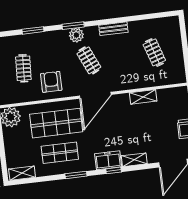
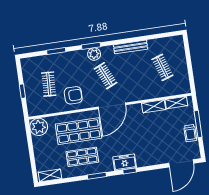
bench: (113, 29) -> (131, 47), width x1.36
armchair: (51, 82) -> (73, 95), turned 90
shelving: (134, 160) -> (176, 103), moved

